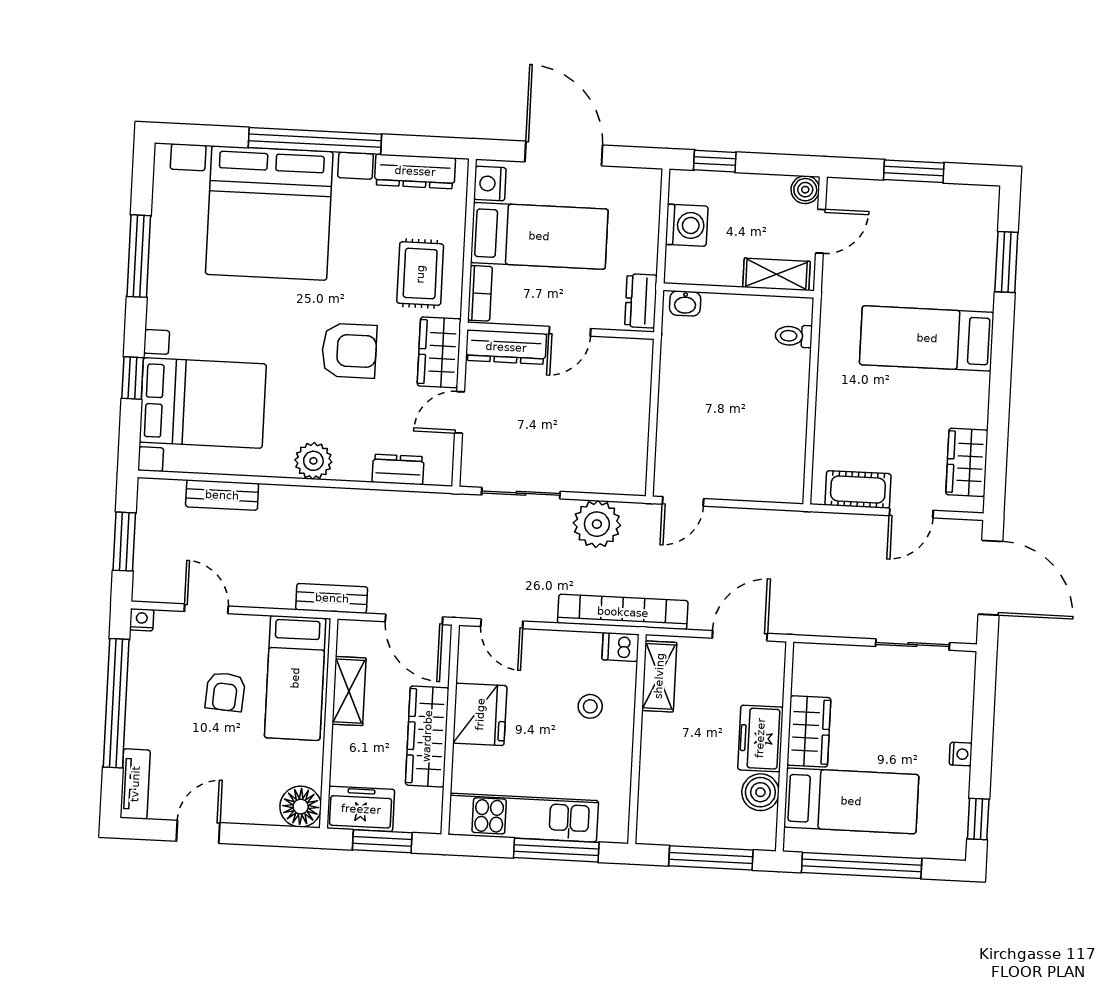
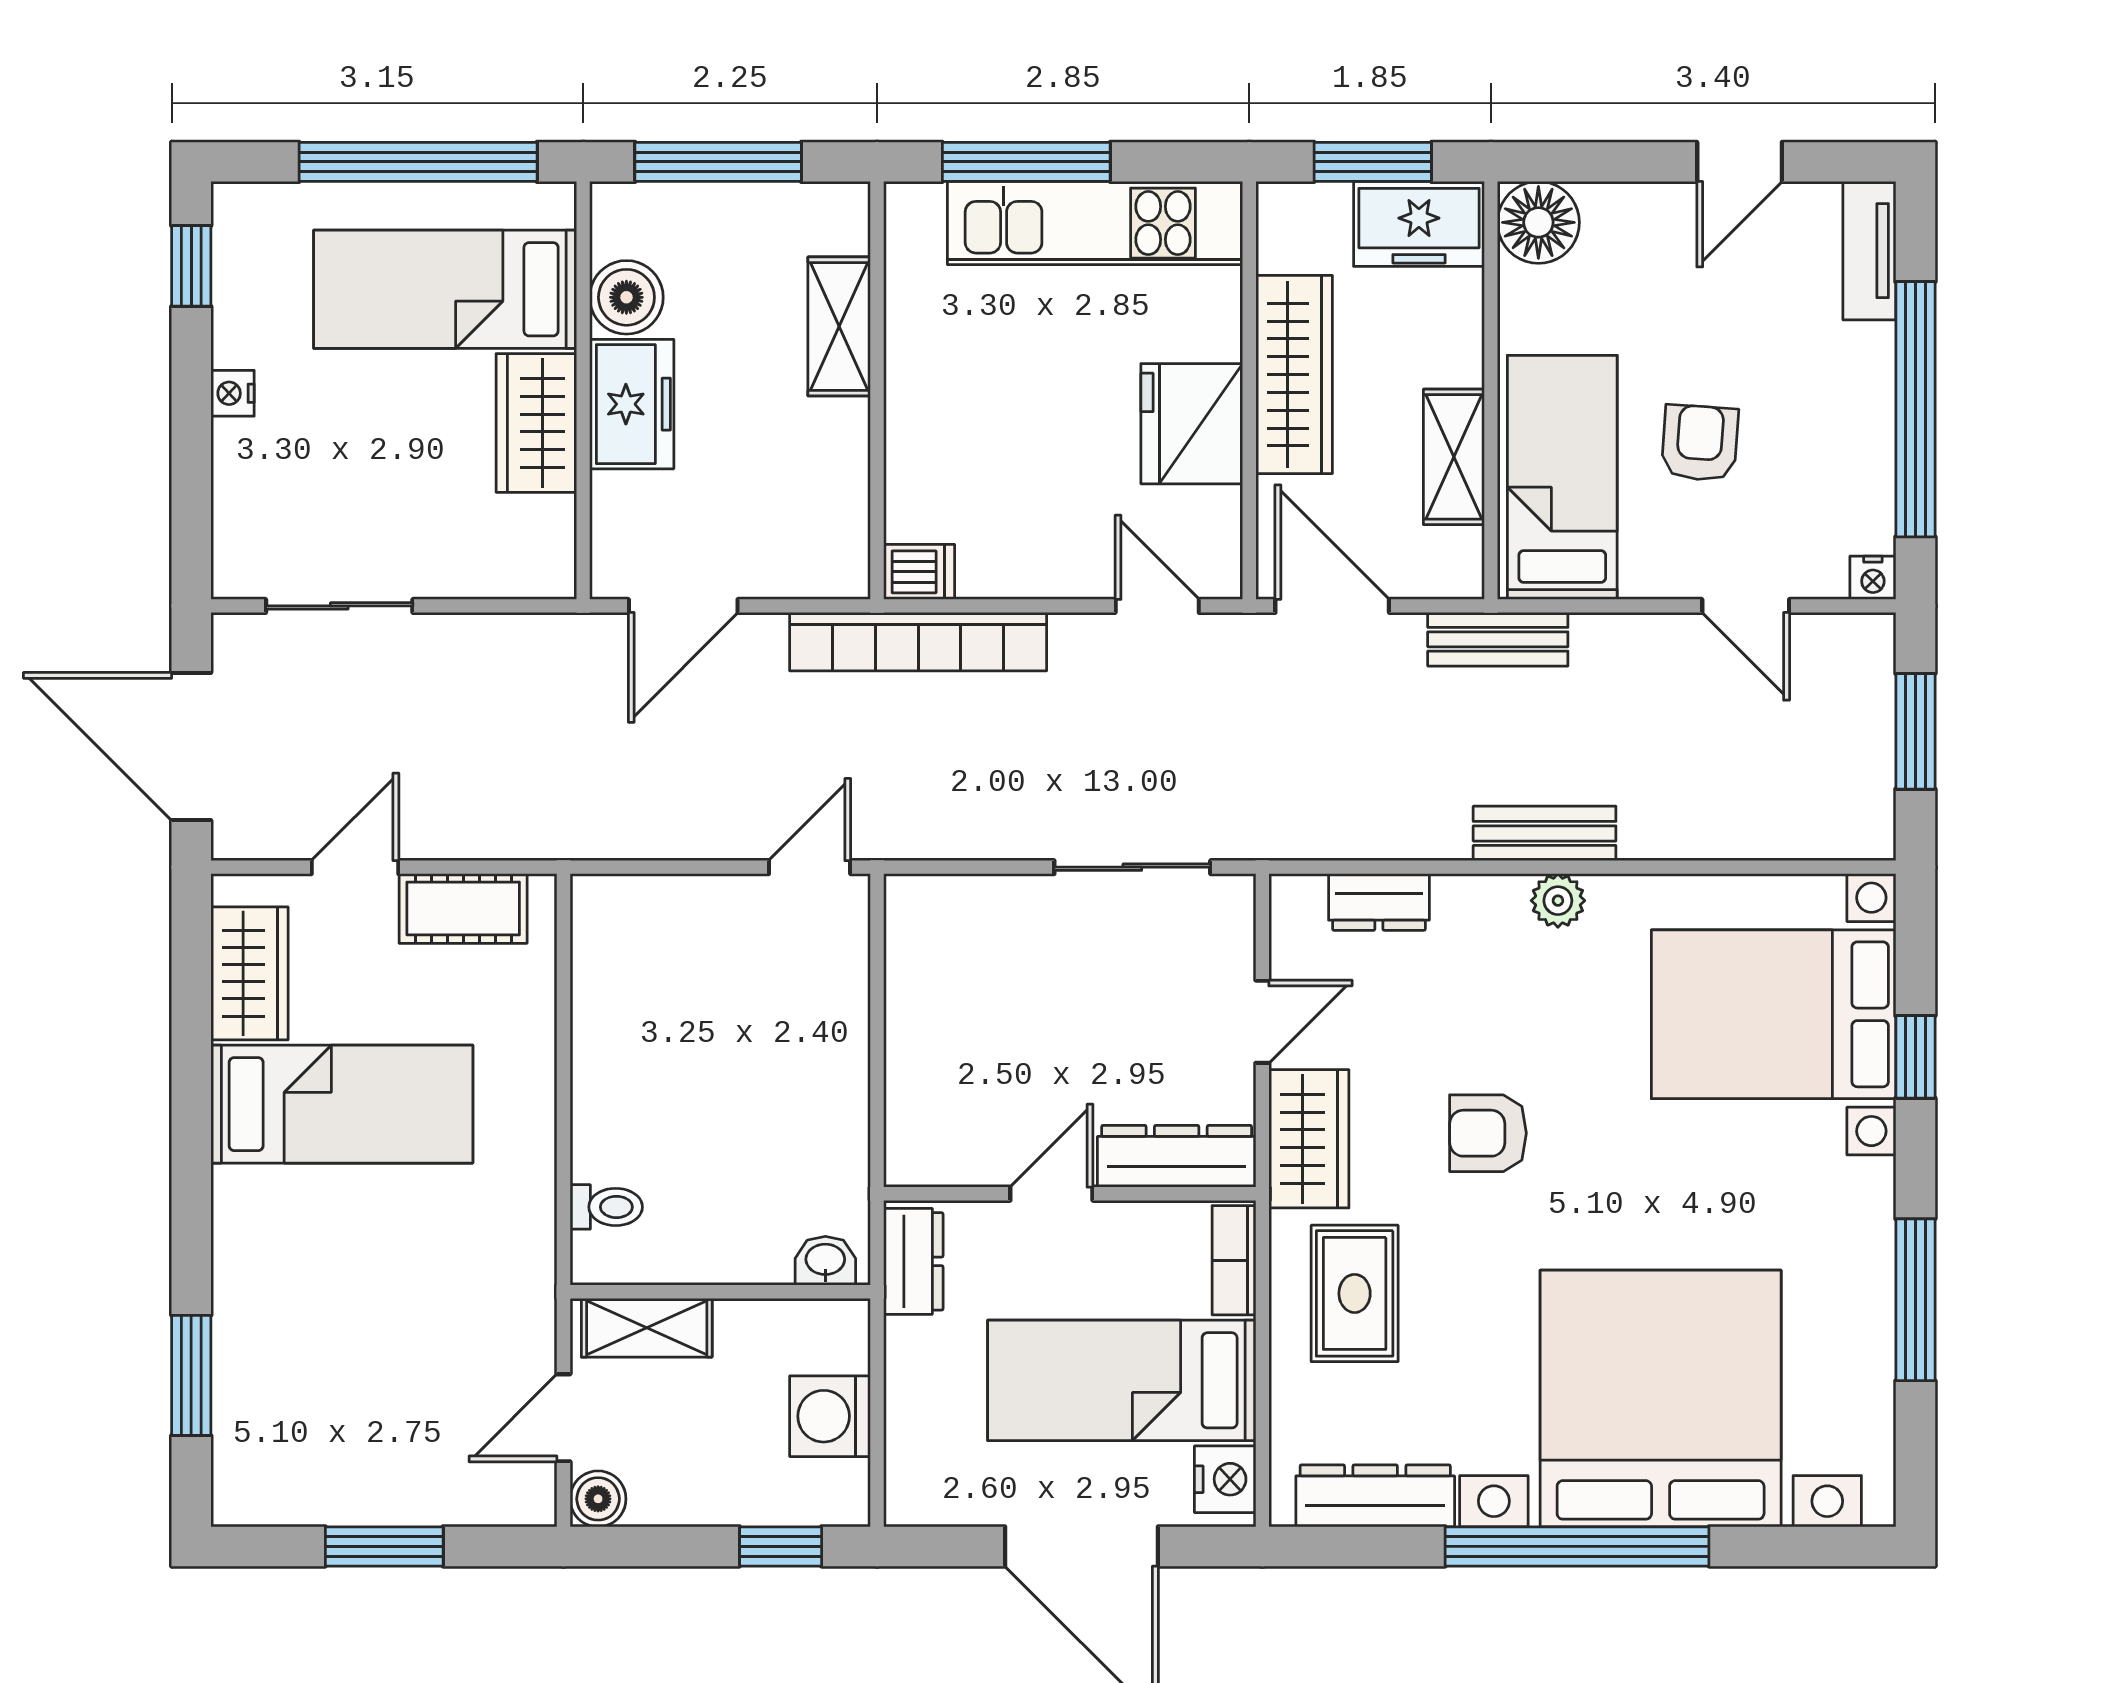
bed: (927, 338) -> (342, 1104), moved
armchair: (349, 351) -> (1488, 1133), width x0.72, depth x0.72
plant: (313, 461) -> (1558, 901), width x0.73, depth x0.73
bench: (222, 495) -> (1545, 833), moved
plant: (597, 524) -> (978, 814), removed
shelving: (659, 676) -> (839, 326), moved
stool: (590, 706) -> (973, 451), removed

